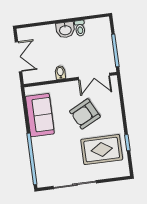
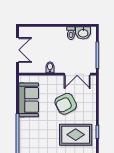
washbasin: (65, 30) -> (83, 33), moved

